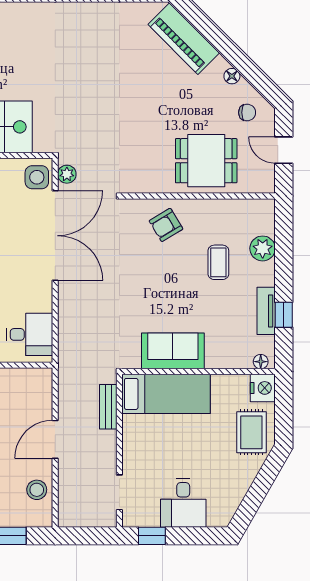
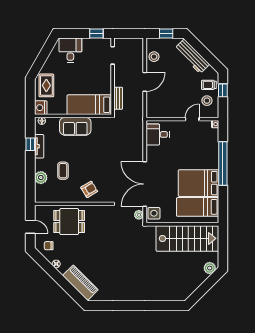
sofa: (173, 351) -> (75, 126), moved
desk: (183, 503) -> (70, 50), moved

